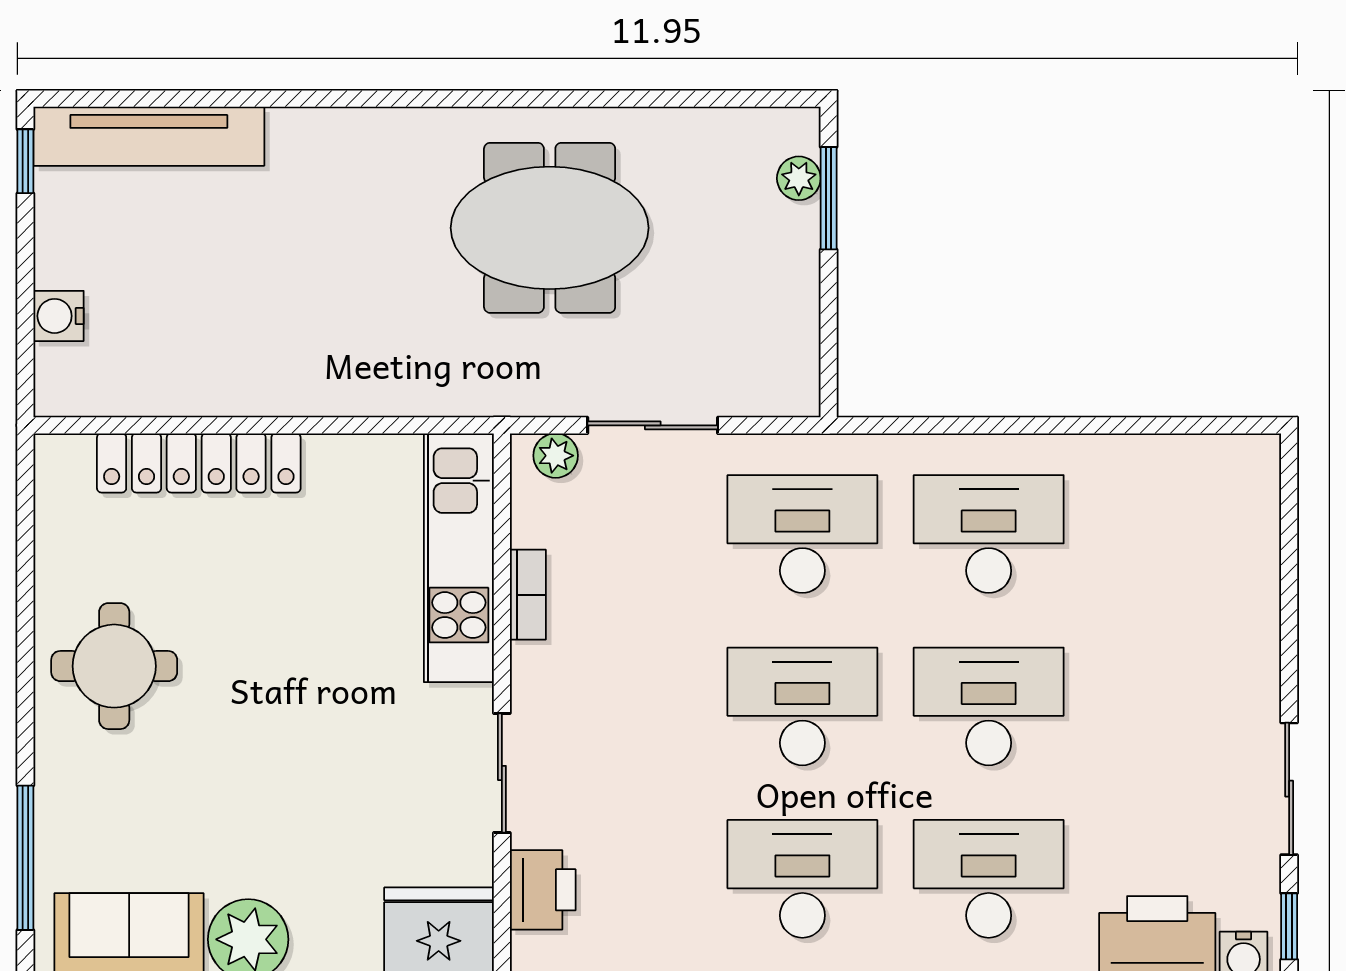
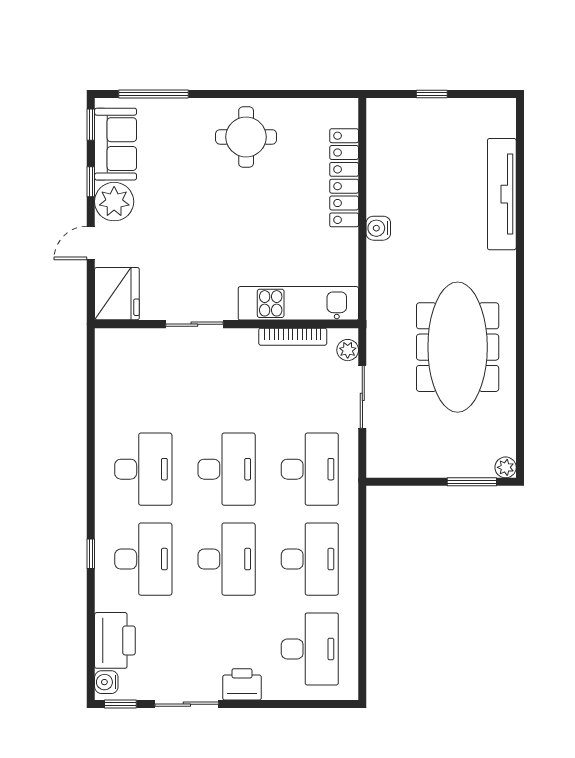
tv unit: (149, 136) -> (502, 194), moved
window: (25, 161) -> (432, 94), moved
plant: (799, 178) -> (506, 467), moved
meeting table: (550, 228) -> (458, 347), width x1.36
water cooler: (59, 316) -> (378, 228), moved, turned -90
desk: (1175, 534) -> (310, 649), added
bookcase: (528, 595) -> (293, 337), width x1.56
printer: (543, 890) -> (242, 684), moved, turned 180

